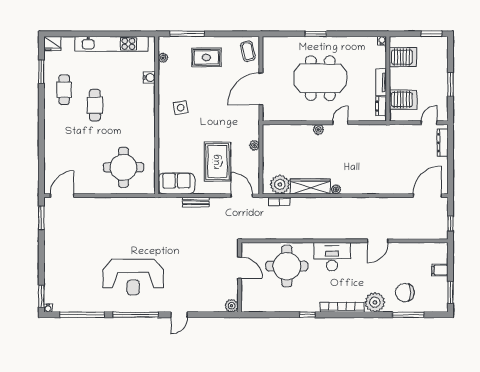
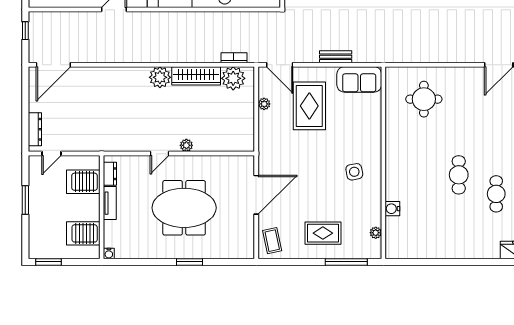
kitchen unit: (112, 44) -> (438, 250), removed
plant: (255, 145) -> (264, 104), moved
round table: (123, 167) -> (424, 99), width x0.73, depth x0.73
plant: (336, 189) -> (160, 77), width x1.88, depth x1.88

